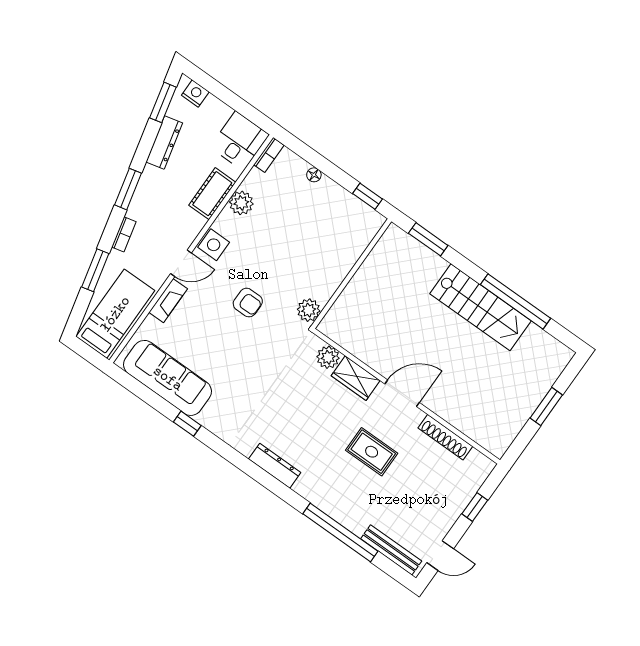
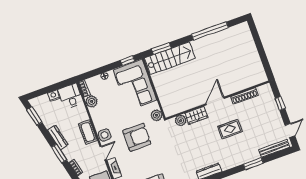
nightstand: (195, 93) -> (54, 96), moved
dresser: (164, 143) -> (58, 137), moved
cot: (212, 194) -> (88, 132), moved
plant: (241, 203) -> (92, 101), moved
corner sofa: (335, 238) -> (135, 85), added
armchair: (248, 303) -> (137, 137), width x1.88, depth x1.88
stairs: (480, 307) -> (170, 58), moved
window: (546, 406) -> (260, 48), removed
window: (340, 532) -> (253, 164), width x0.47

